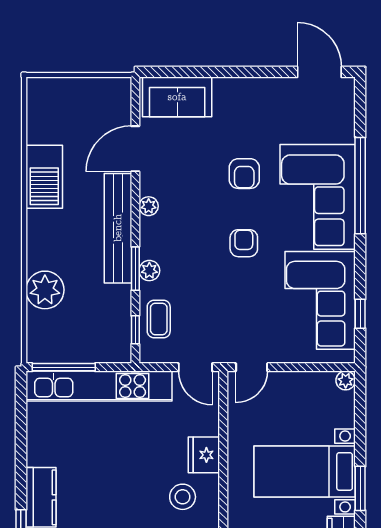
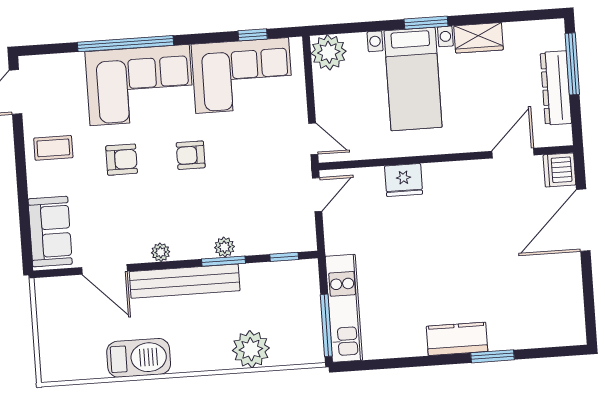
coffee table: (159, 319) -> (53, 148), moved
plant: (346, 380) -> (329, 52), width x1.88, depth x1.88
kitchen unit: (99, 386) -> (344, 308), width x0.73
stool: (183, 497) -> (447, 198), removed

